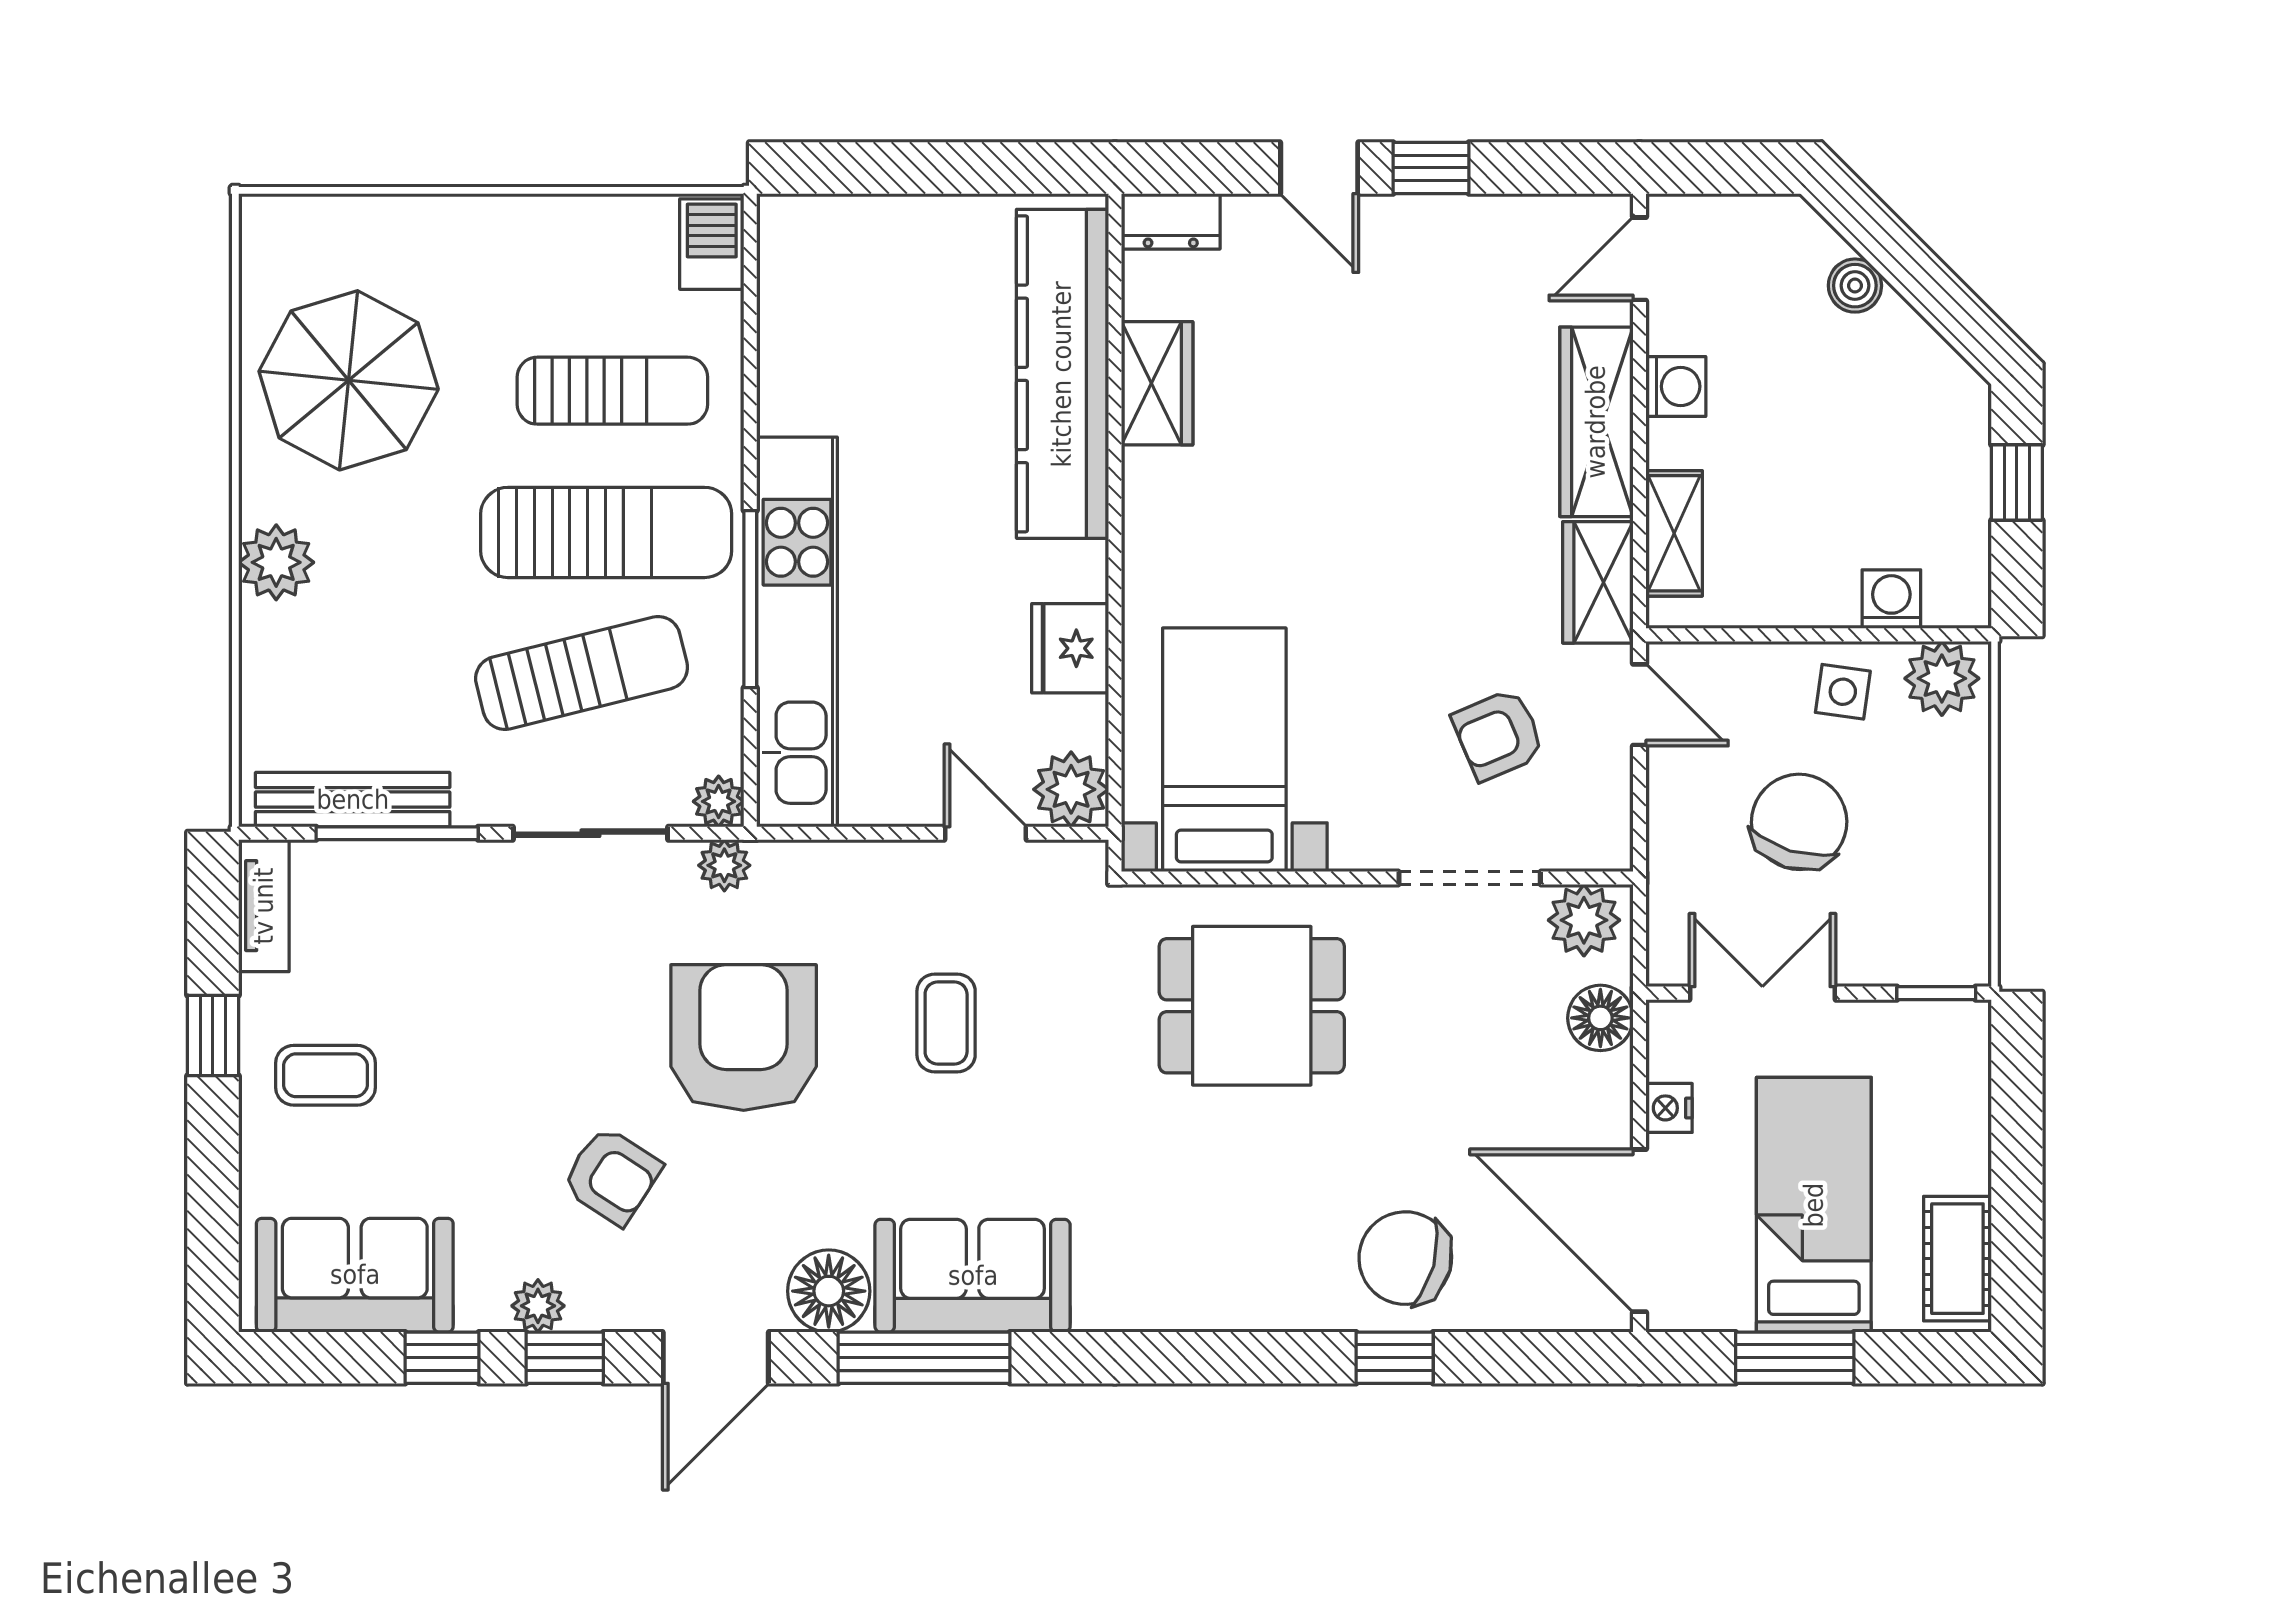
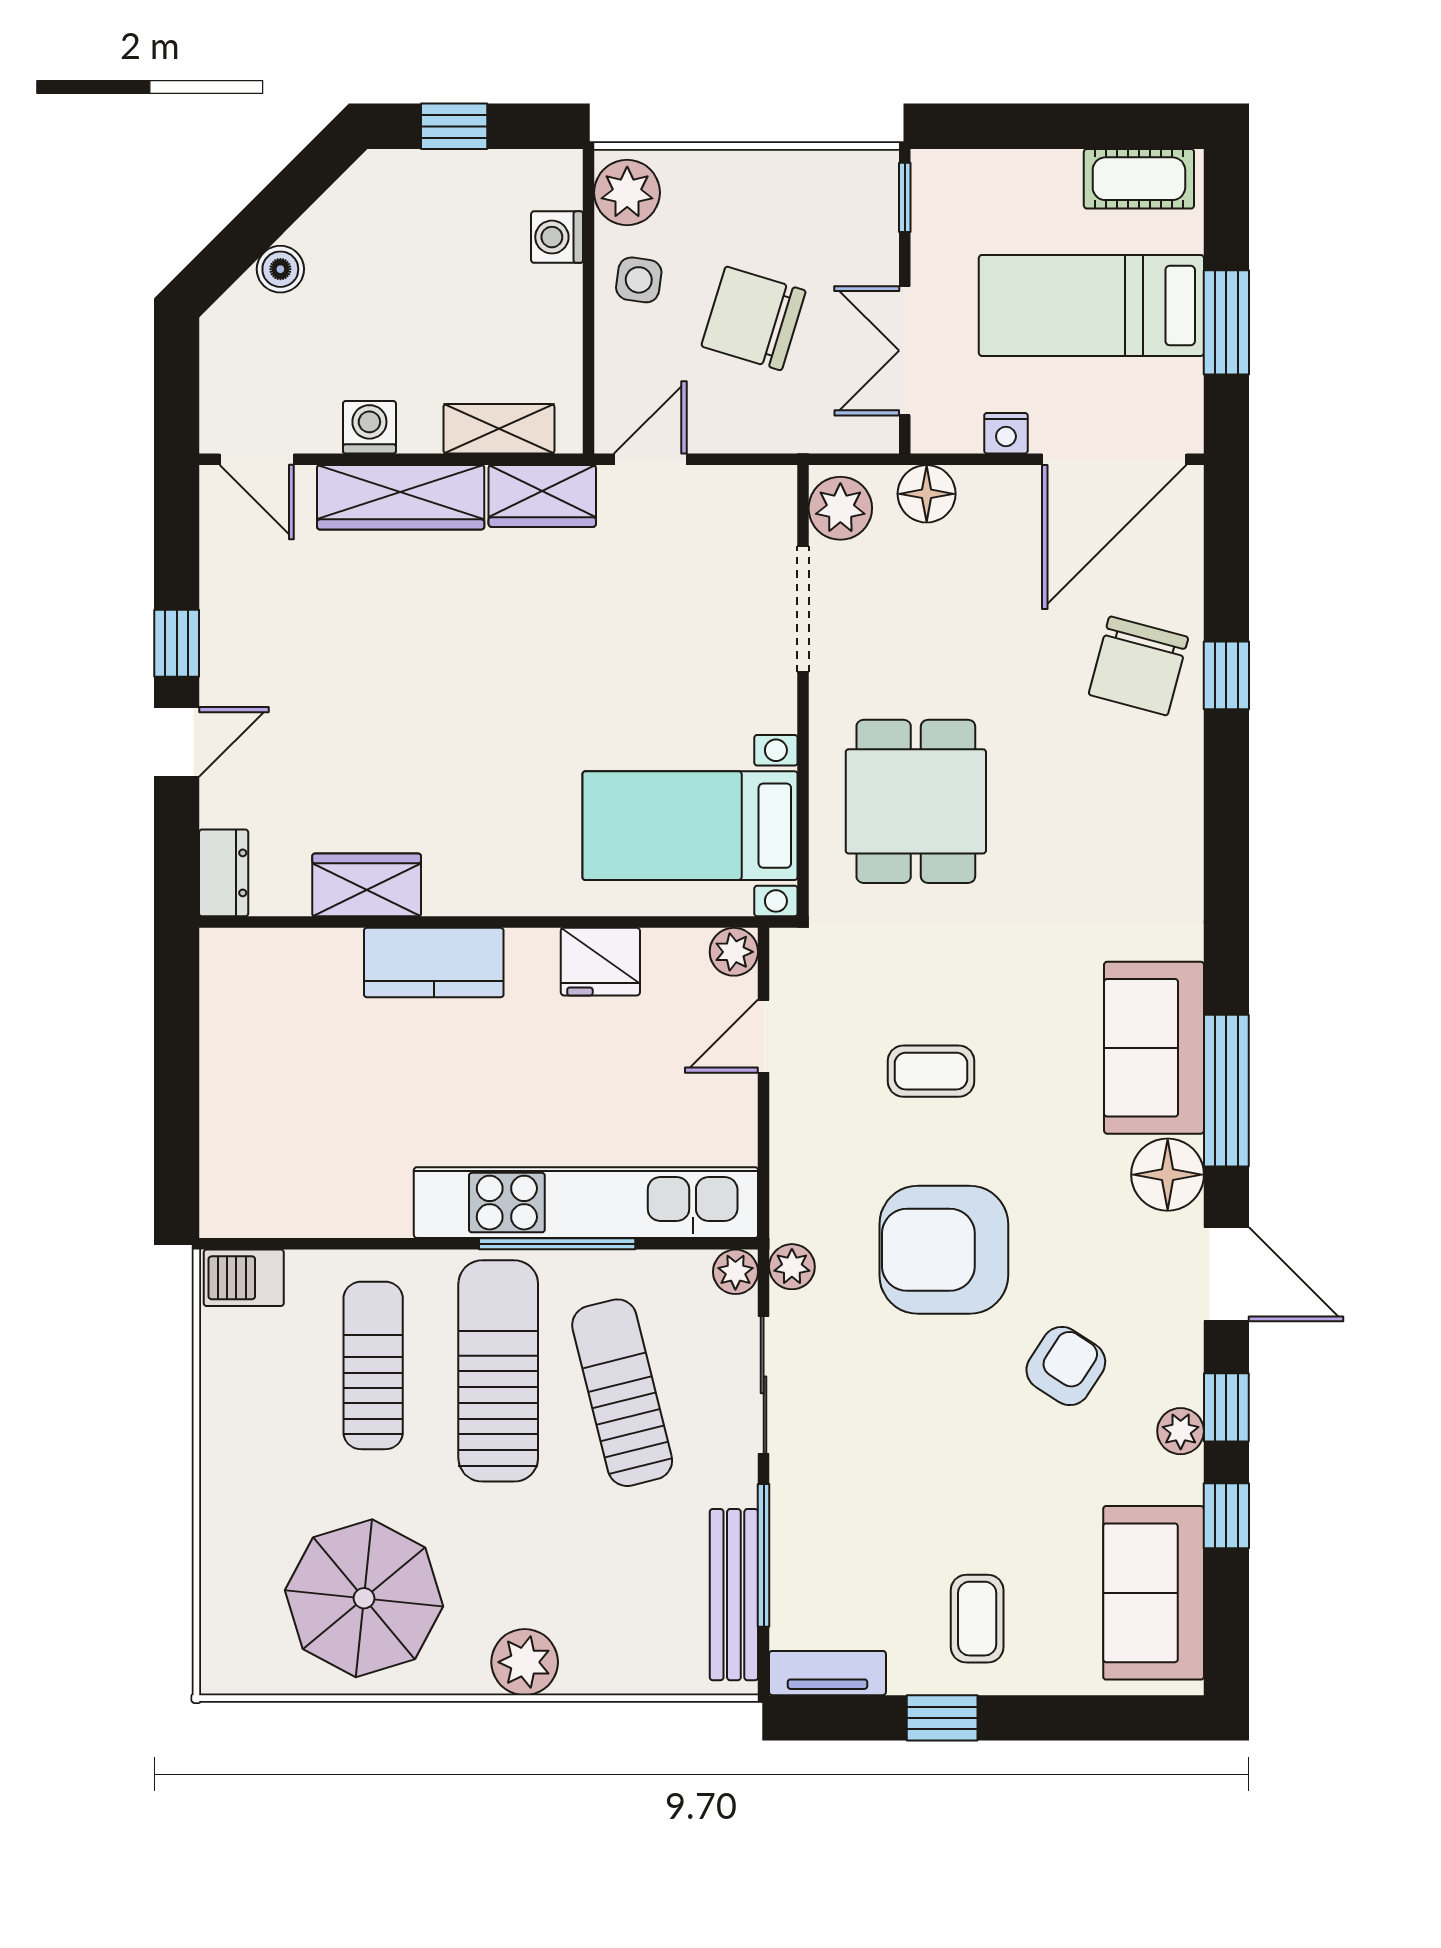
kitchen counter: (1062, 374) -> (434, 963), width x0.48, depth x0.86
armchair: (1498, 735) -> (677, 584), removed
plant: (1071, 789) -> (734, 952), width x0.73, depth x0.73

